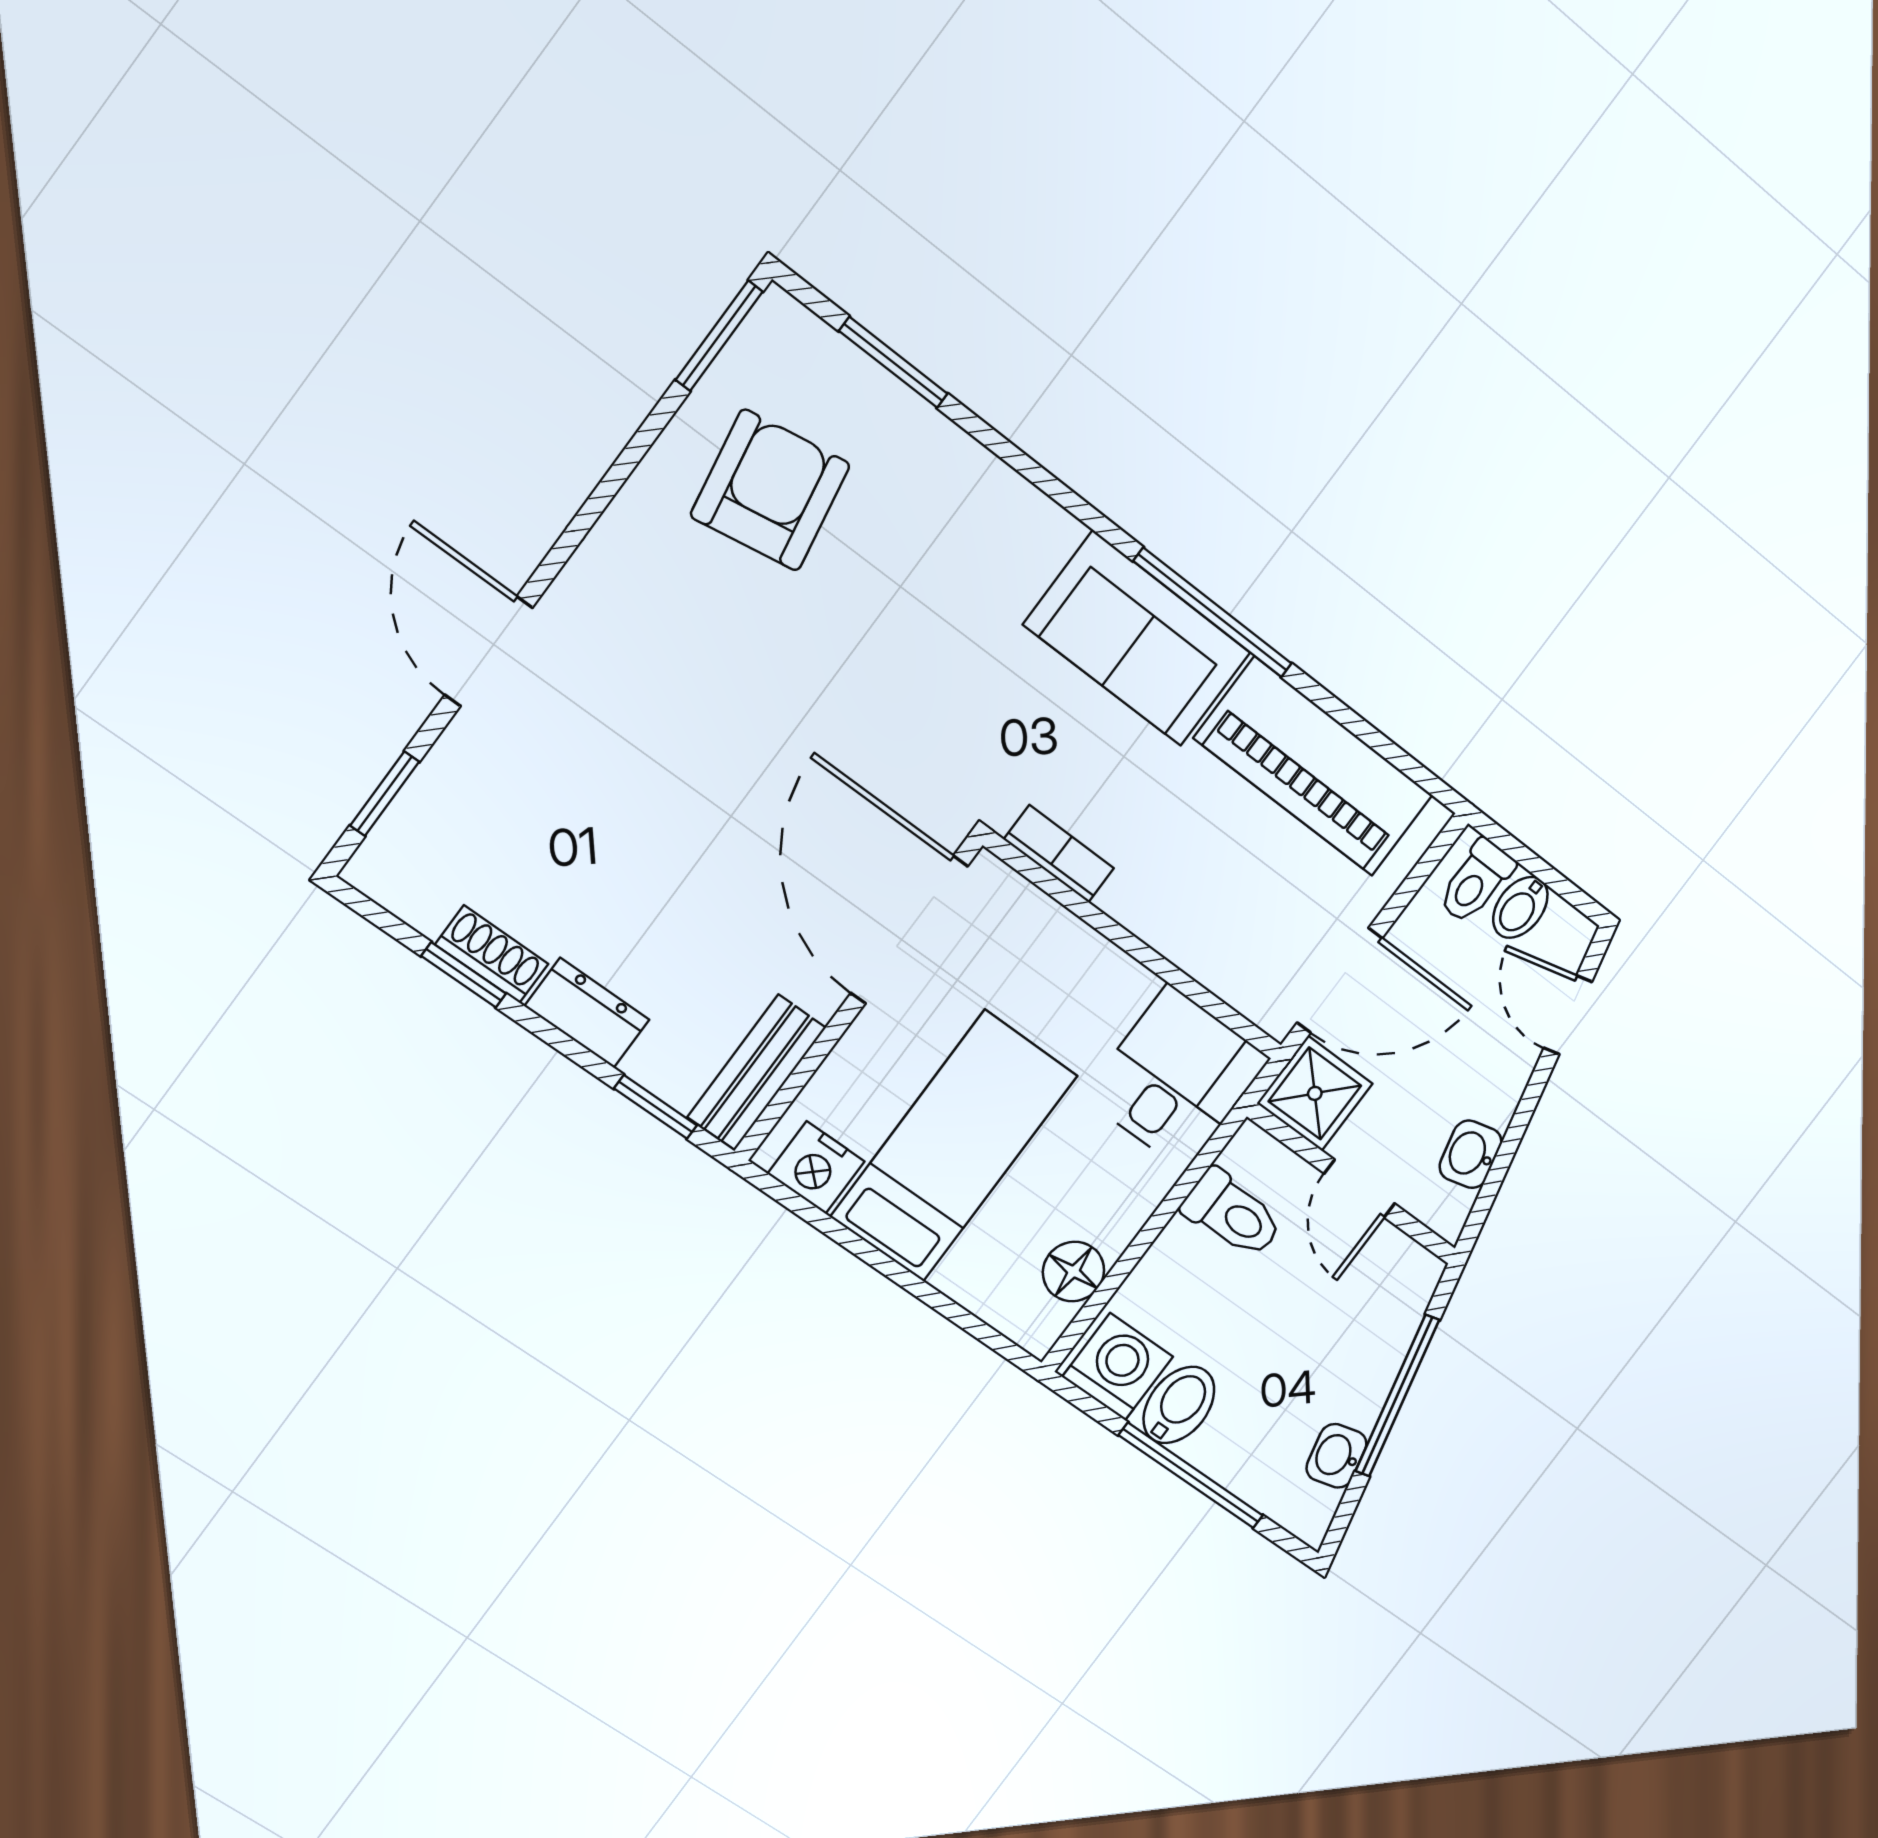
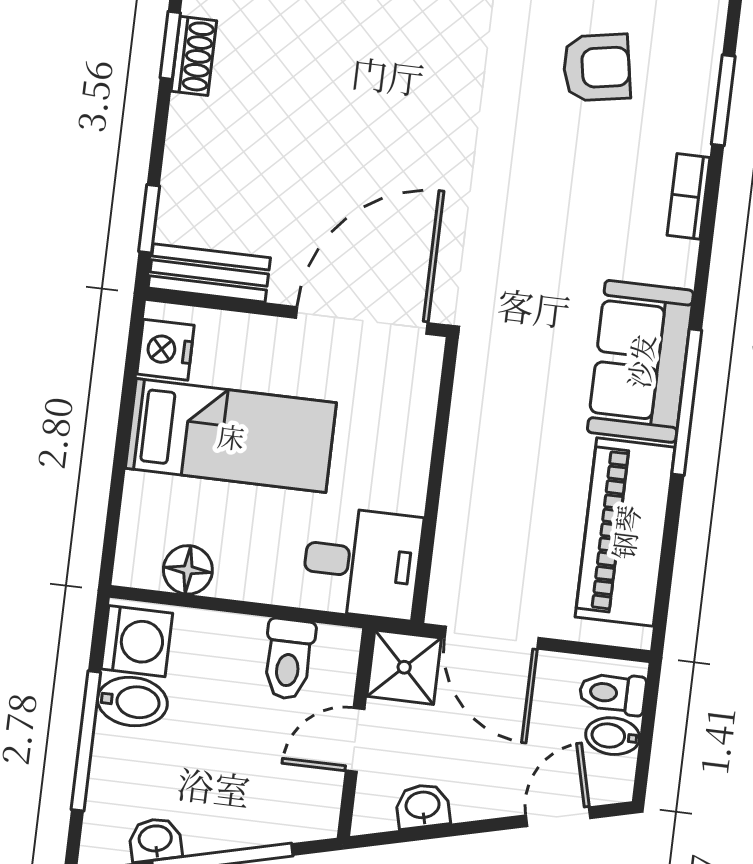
armchair: (770, 490) -> (597, 68), width x0.72, depth x0.72
bookcase: (1059, 854) -> (688, 196), moved, turned 180
dresser: (587, 1013) -> (188, 139), removed

